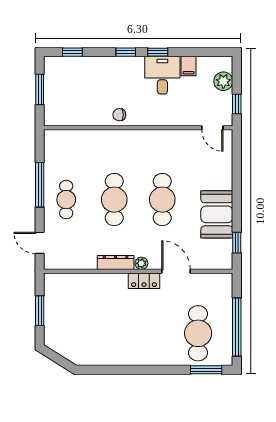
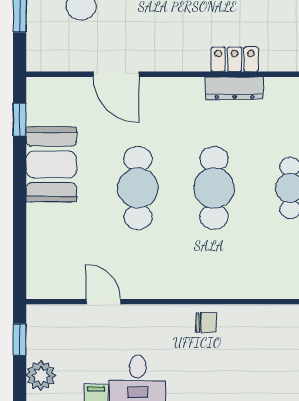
door: (212, 128) -> (103, 302), moved
dresser: (116, 262) -> (234, 88), moved
plant: (141, 263) -> (171, 87), removed
locker: (144, 281) -> (235, 59), moved

